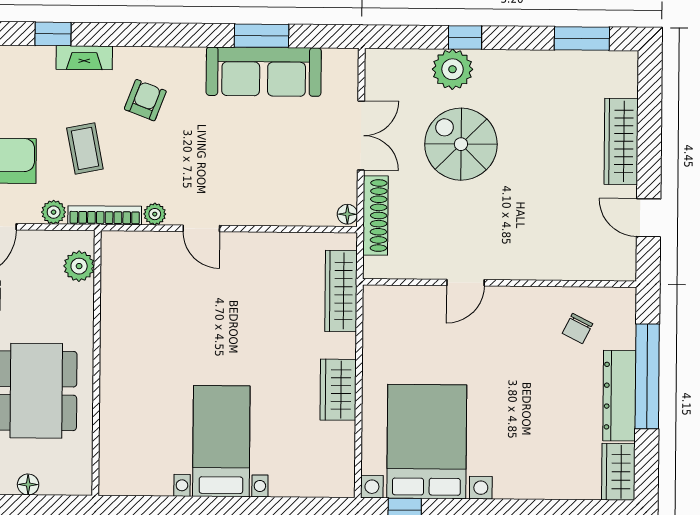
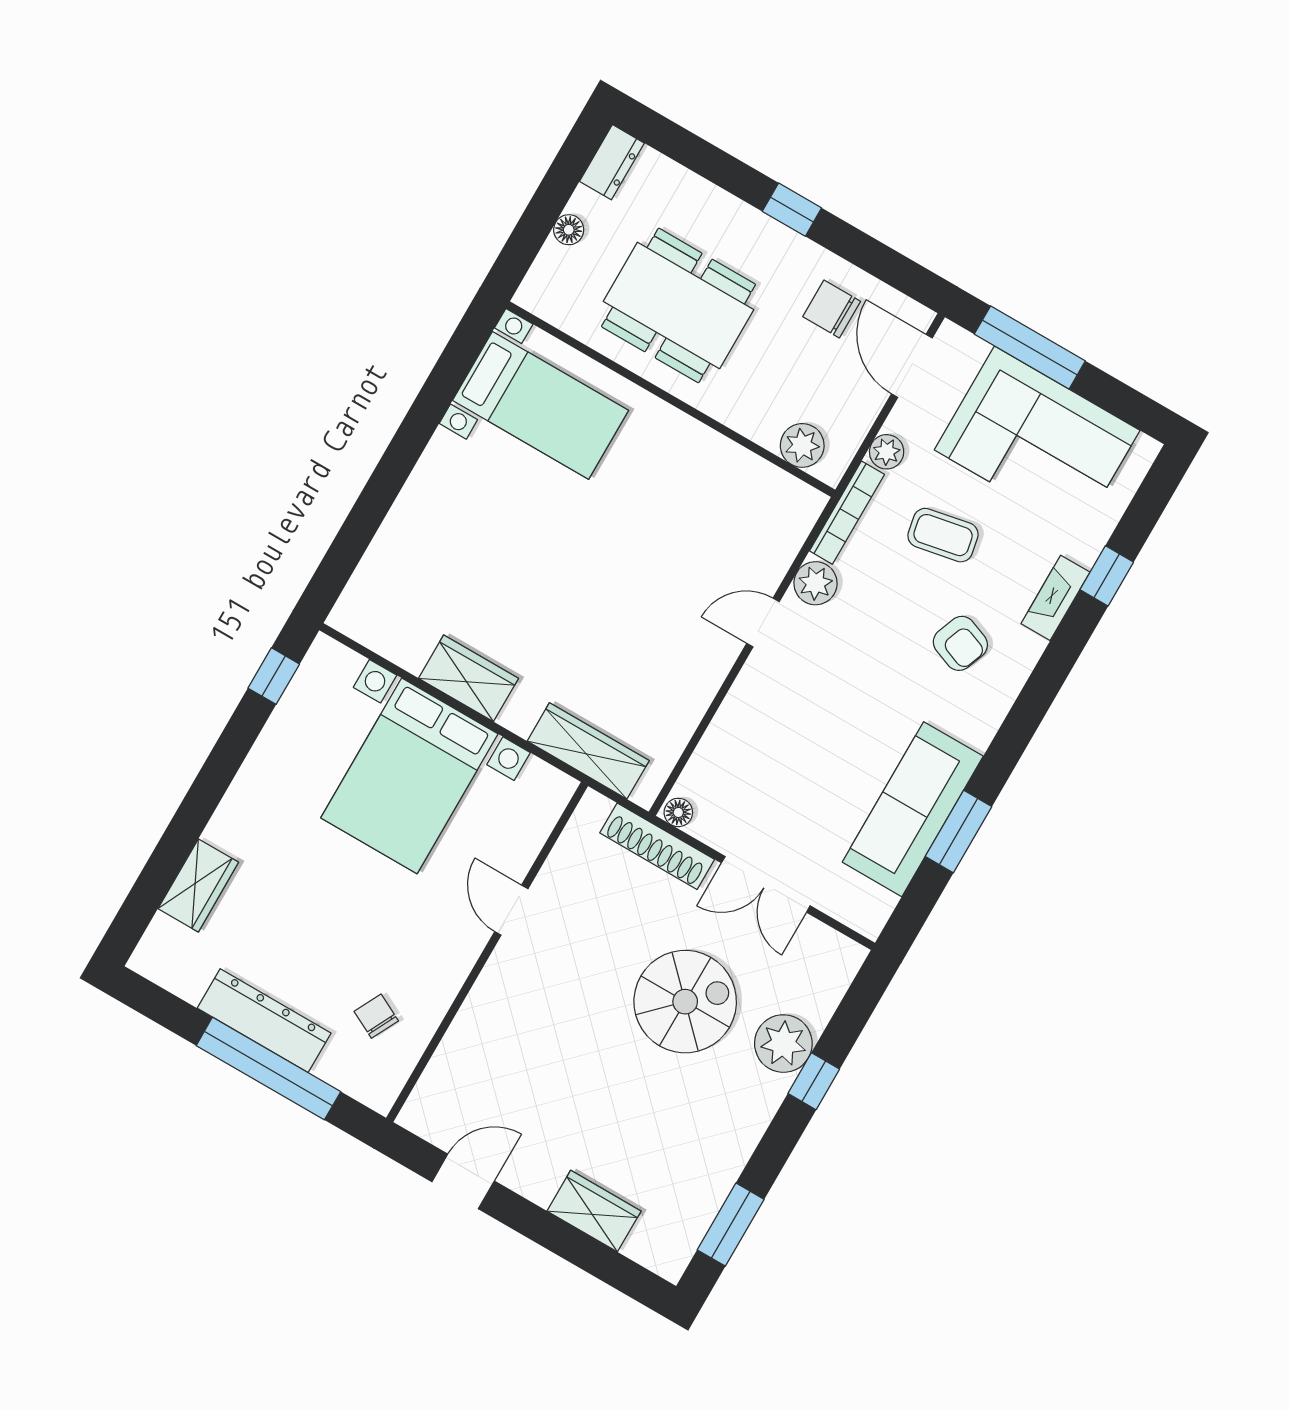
wardrobe: (621, 141) -> (594, 1211), width x0.67
plant: (155, 214) -> (815, 583), width x1.38, depth x1.38
bed with nightstands: (221, 441) -> (541, 405), moved
bed with nightstands: (427, 442) -> (409, 776), moved, turned 90
wardrobe: (618, 472) -> (198, 885), moved, turned 90

